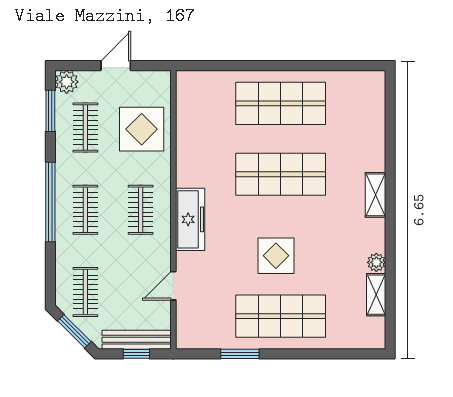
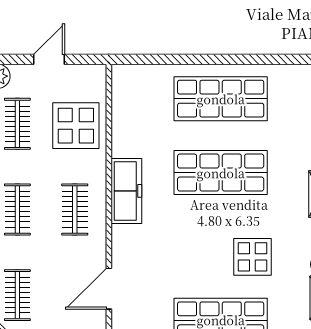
freezer: (190, 219) -> (126, 191), moved
display table: (276, 256) -> (252, 257), moved
door: (173, 286) -> (109, 289), width x1.38

